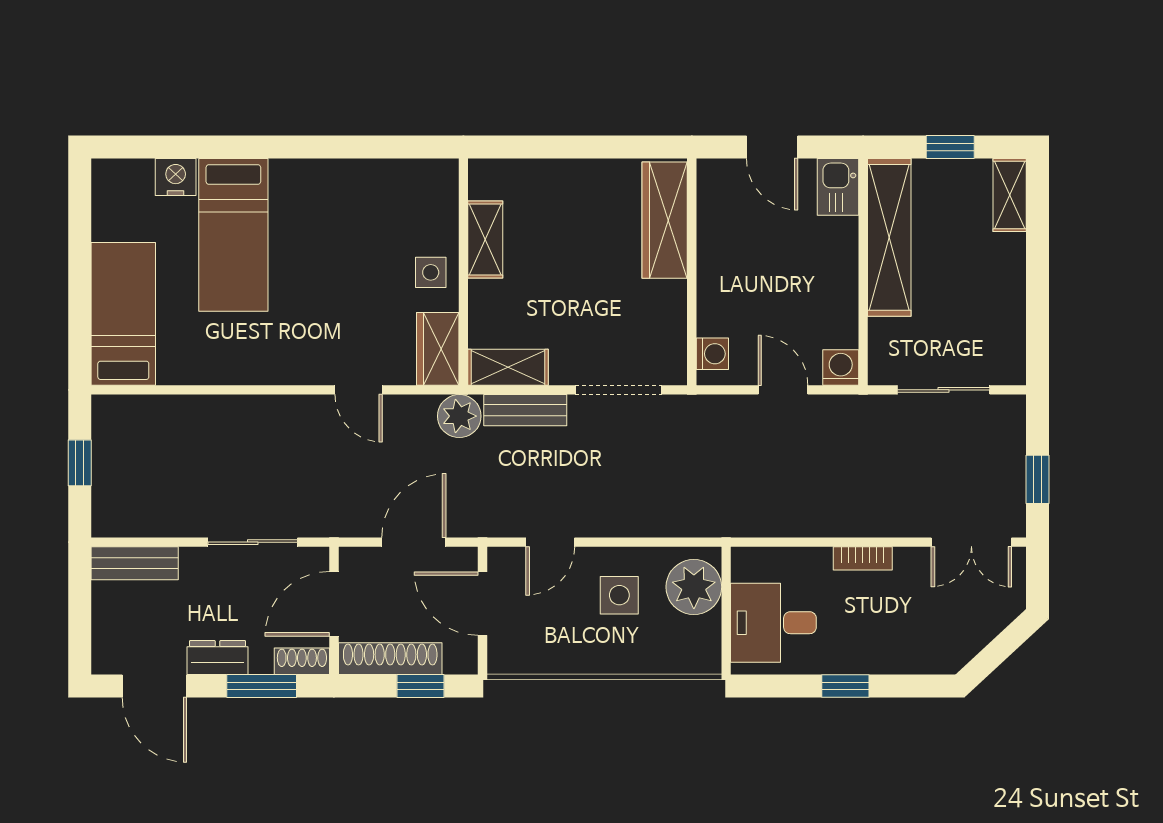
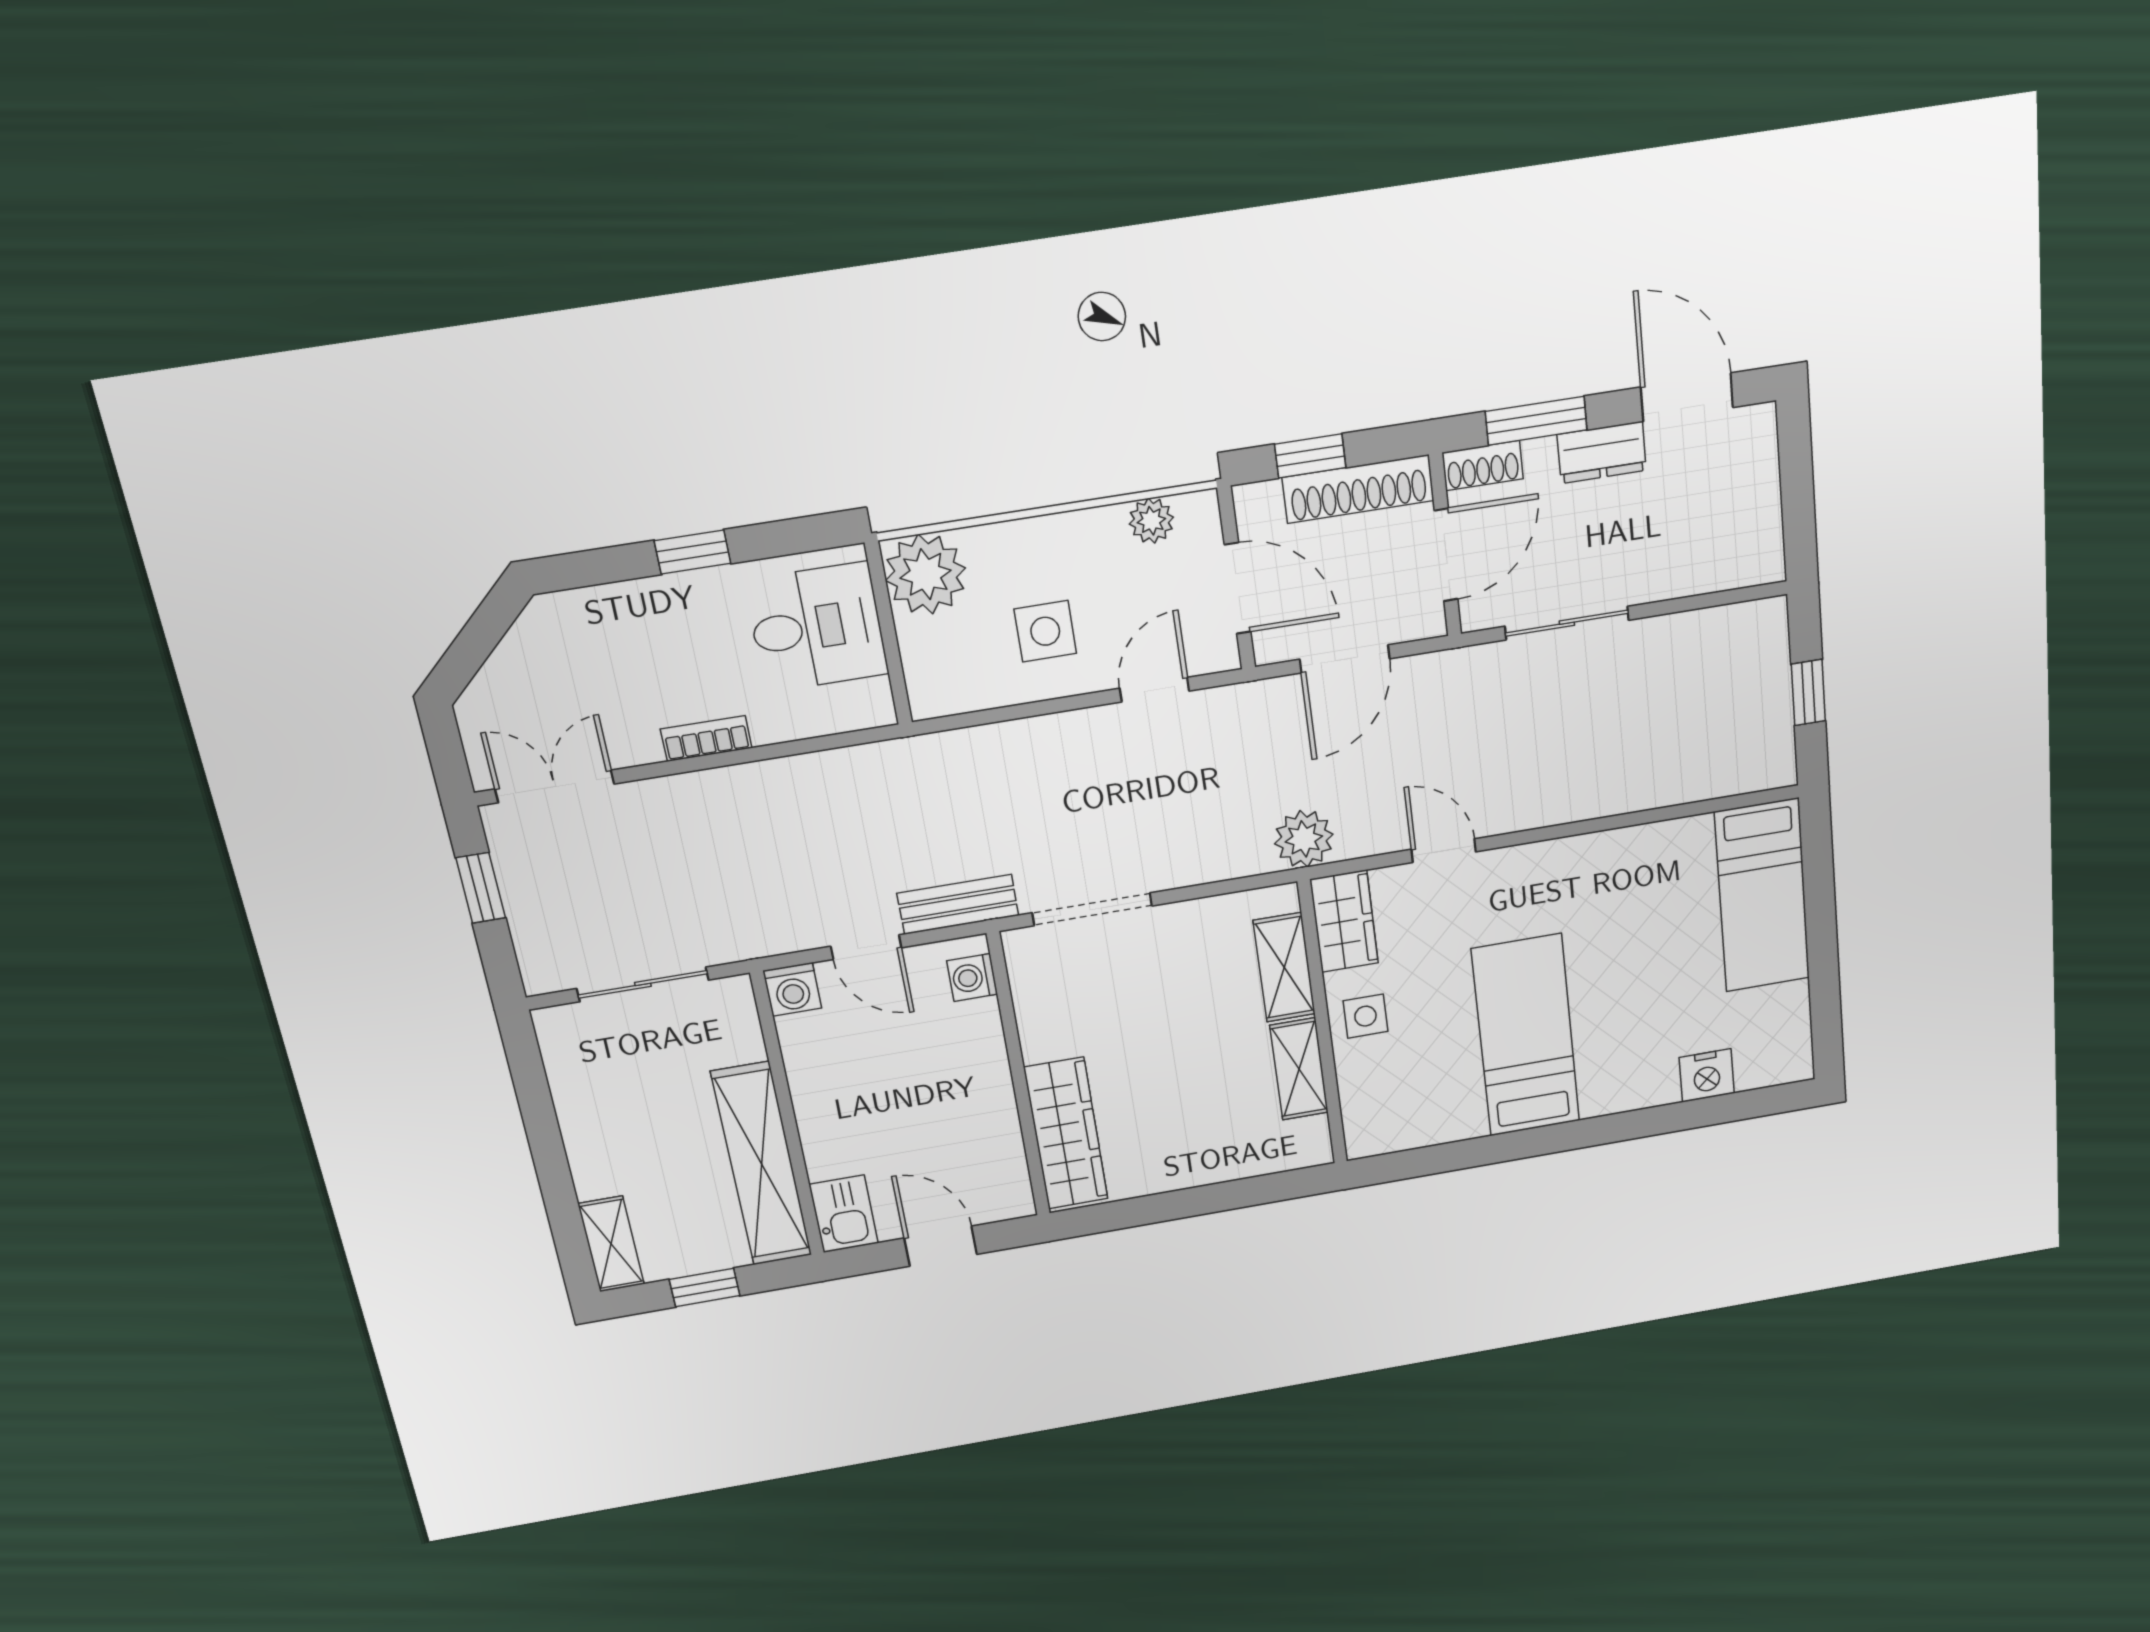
bed: (233, 235) -> (1526, 1036), moved
shelving: (508, 367) -> (1284, 967), moved, turned 90
bench: (525, 410) -> (958, 904), moved
bench: (135, 563) -> (1726, 568), removed
plant: (694, 587) -> (925, 574), moved
plant: (535, 659) -> (1151, 521), added

